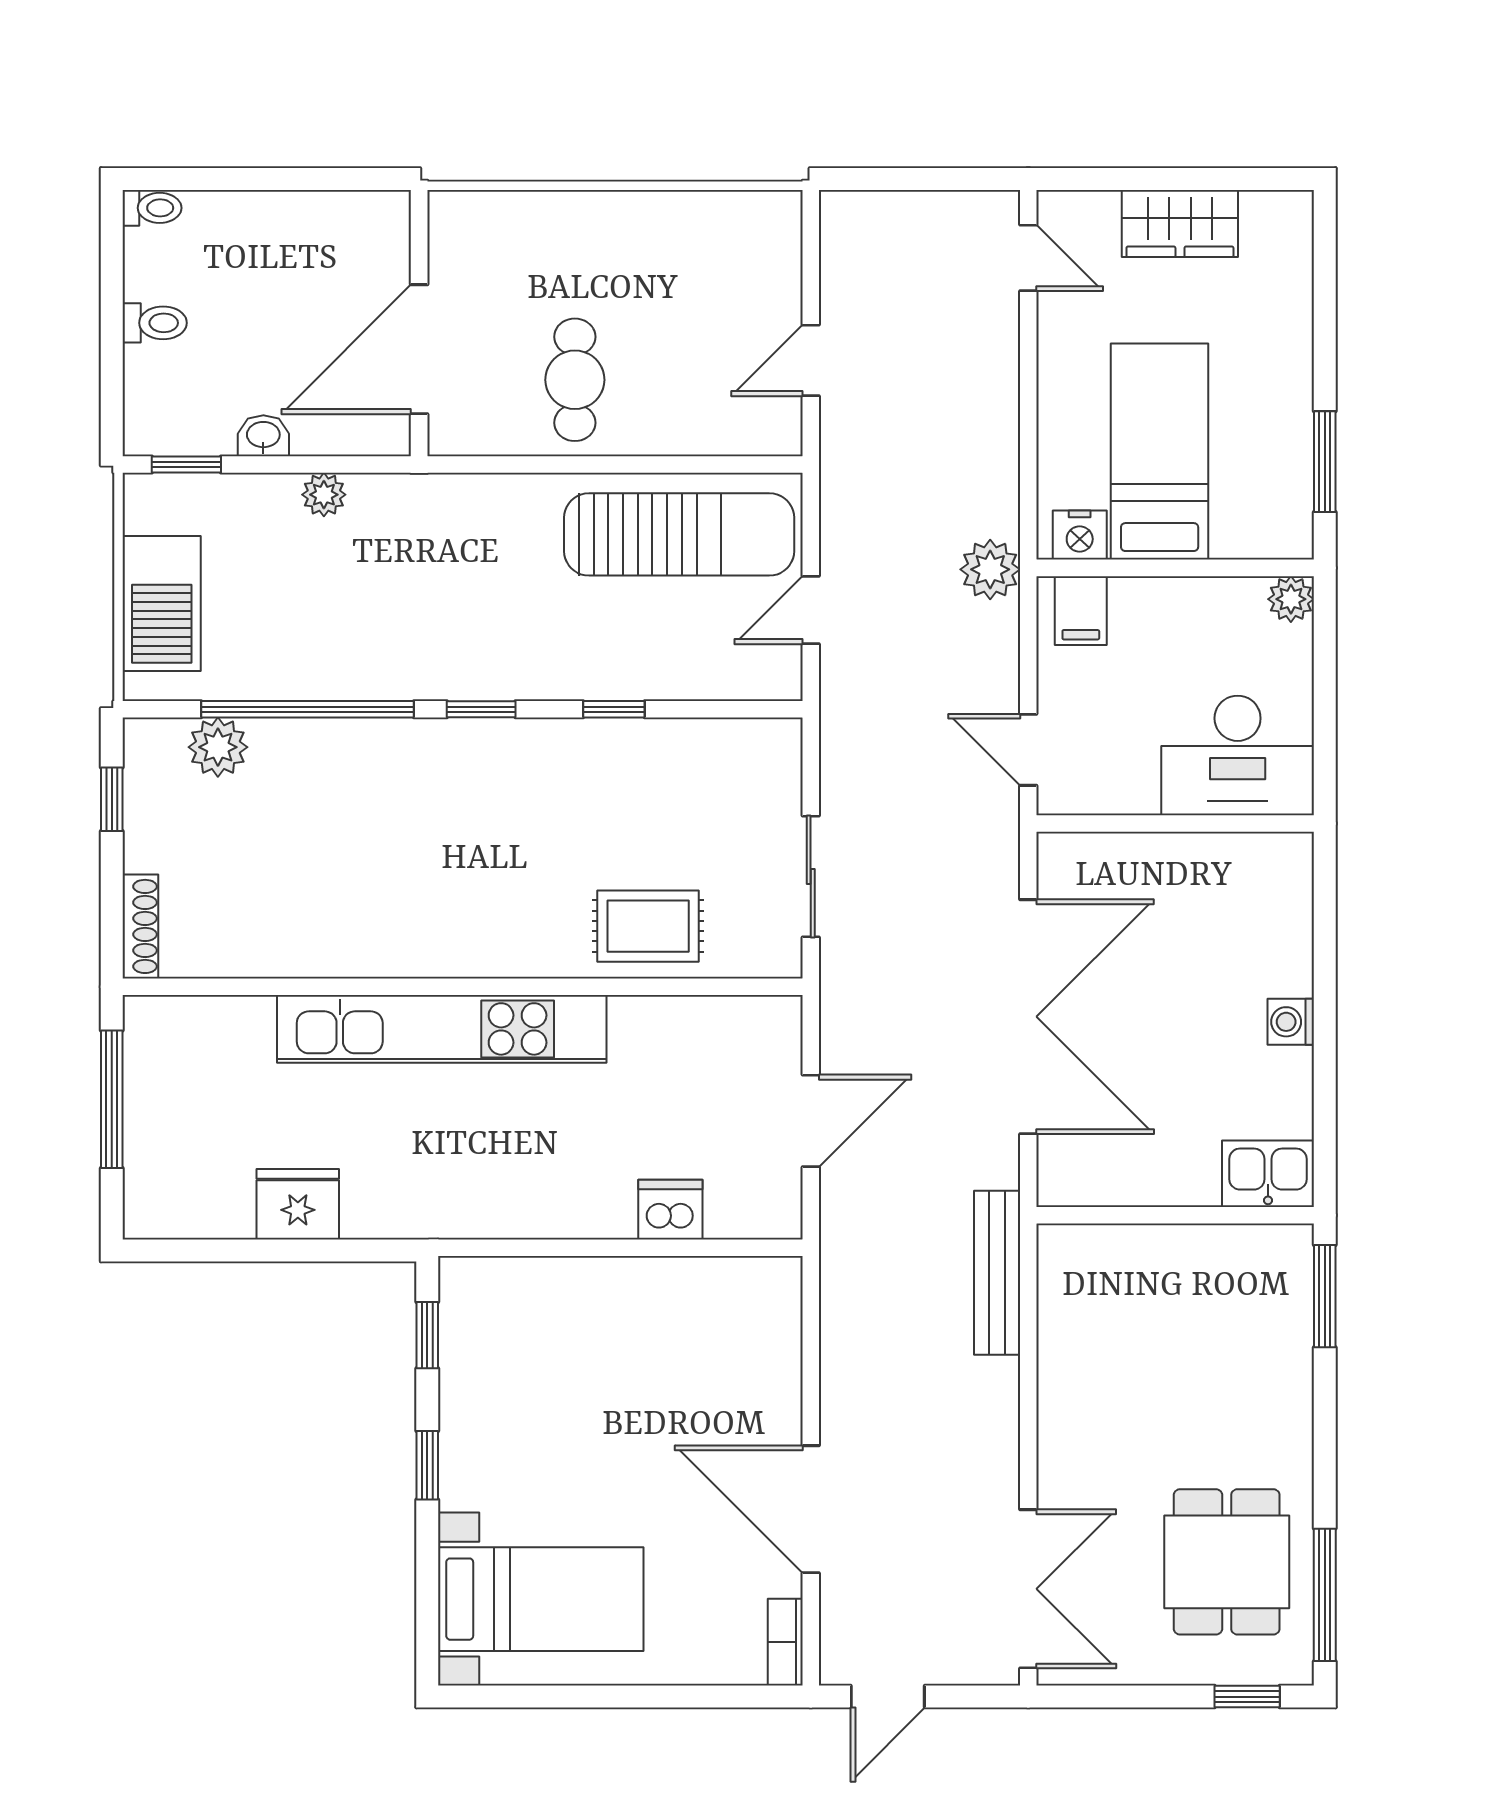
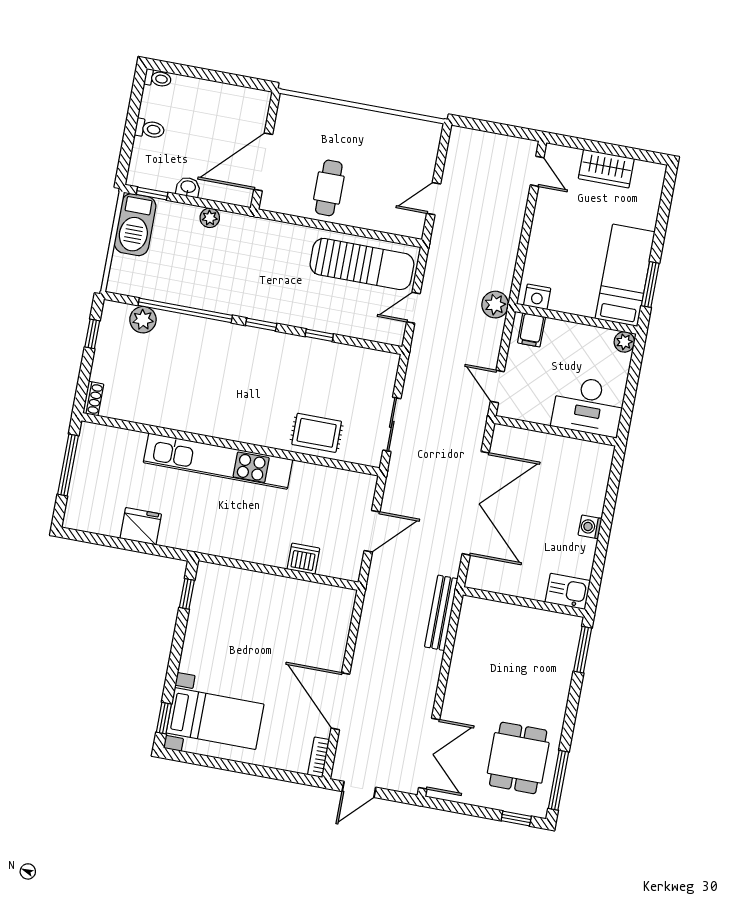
bed: (1160, 452) -> (625, 275), moved
barbecue: (162, 603) -> (135, 225), moved
shoe rack: (140, 926) -> (93, 399), width x0.70
window: (427, 1465) -> (164, 718), moved

